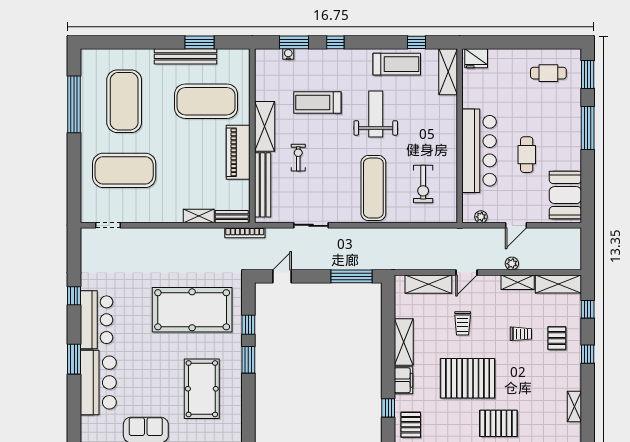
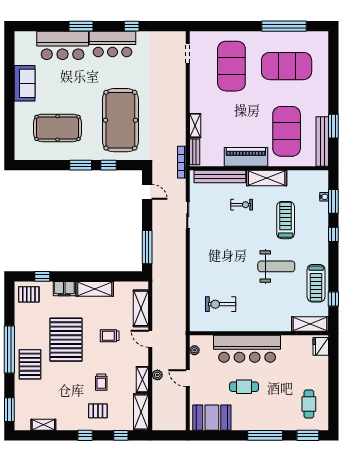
bench: (185, 56) -> (322, 141), moved
exercise mat: (373, 188) -> (217, 265), removed

